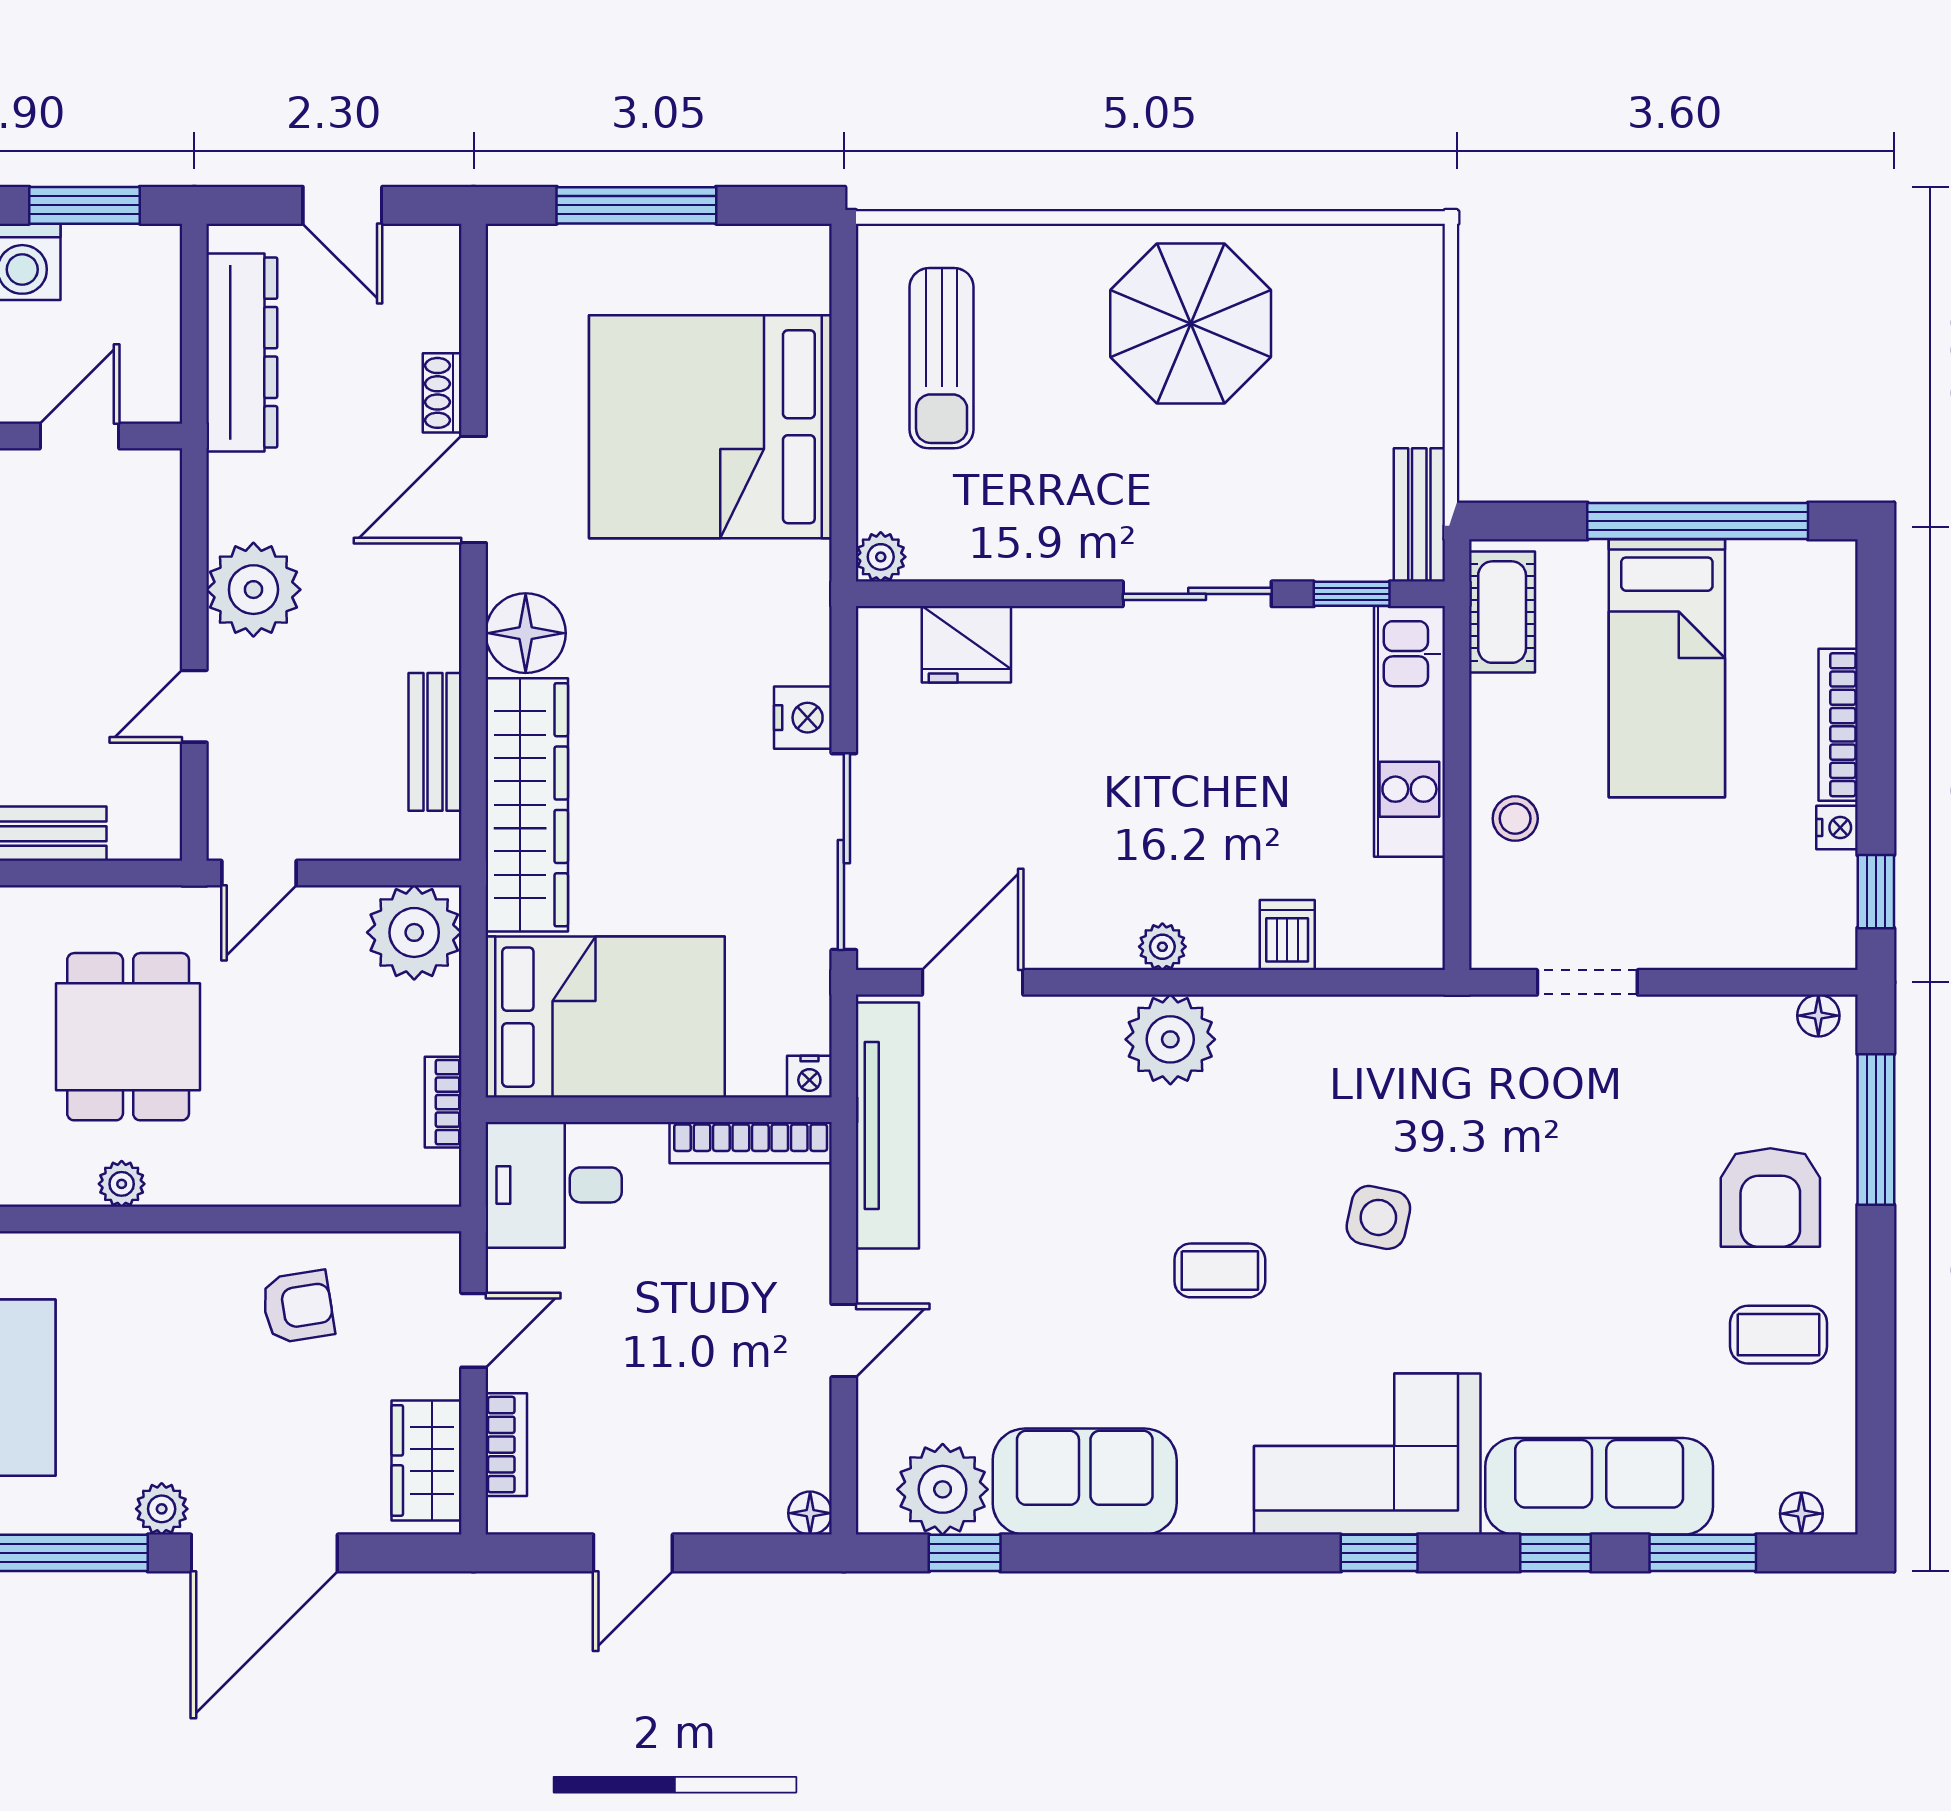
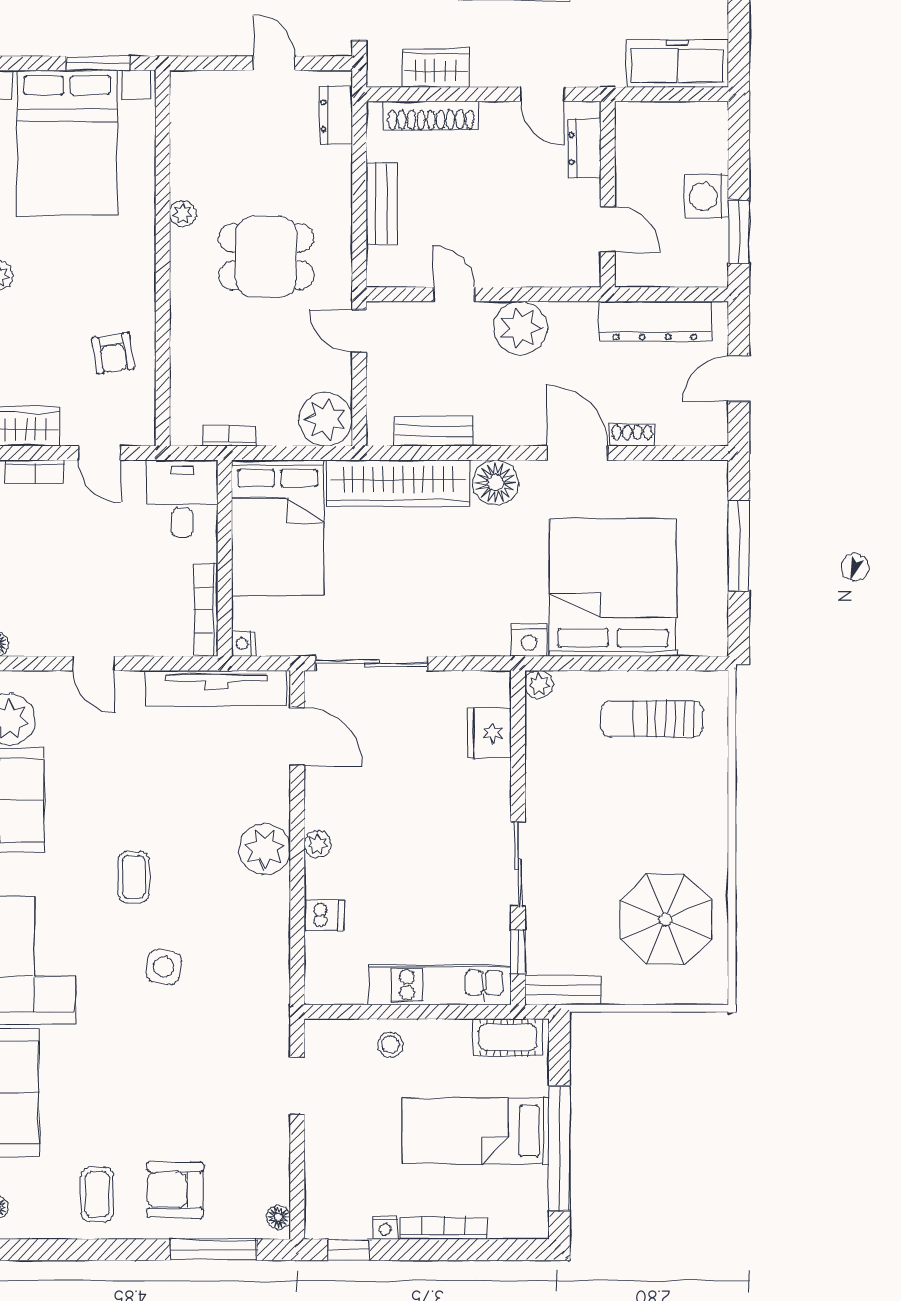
parasol: (1191, 324) -> (666, 919), moved
nightstand: (803, 718) -> (529, 640), moved
plant: (122, 1184) -> (183, 214), moved

